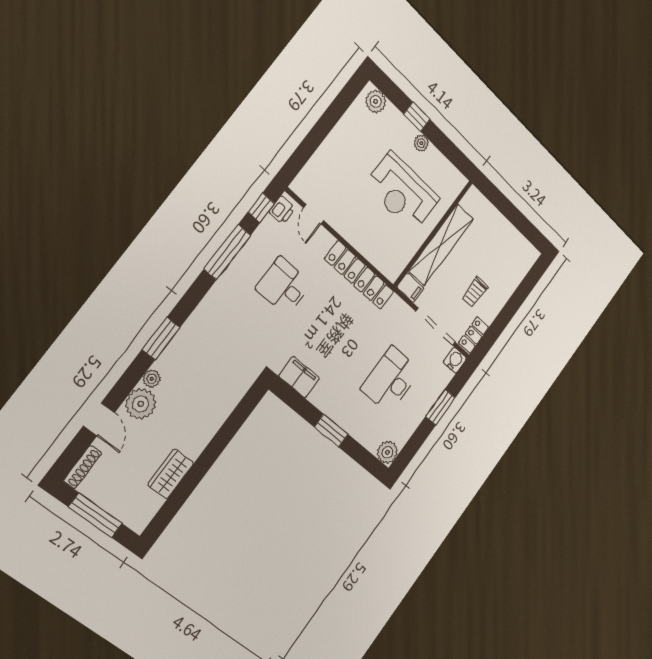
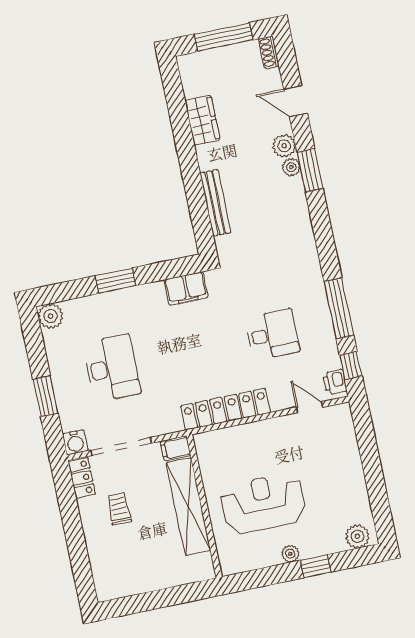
window: (161, 339) -> (310, 170), moved
plant: (141, 404) -> (284, 146), width x0.73, depth x0.73
bench: (223, 411) -> (215, 203), added
shoe rack: (83, 467) -> (269, 52), width x0.70

